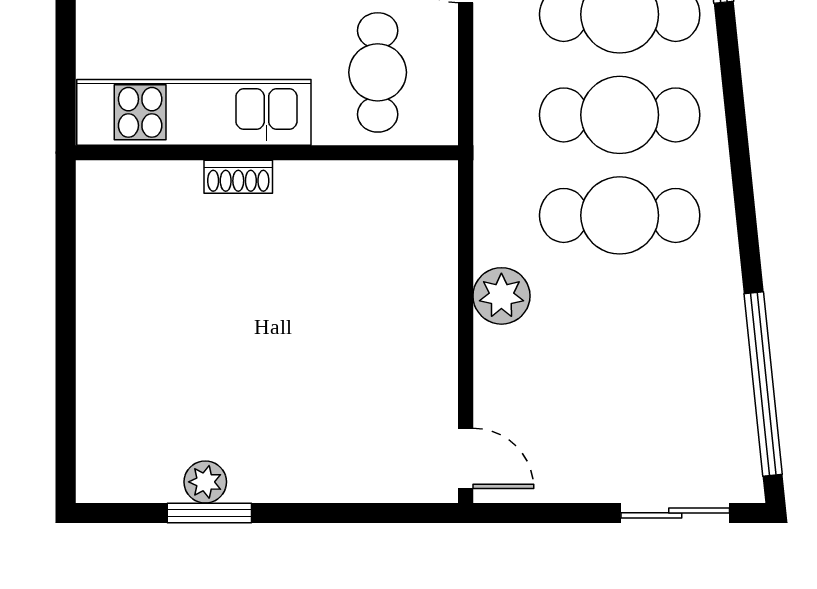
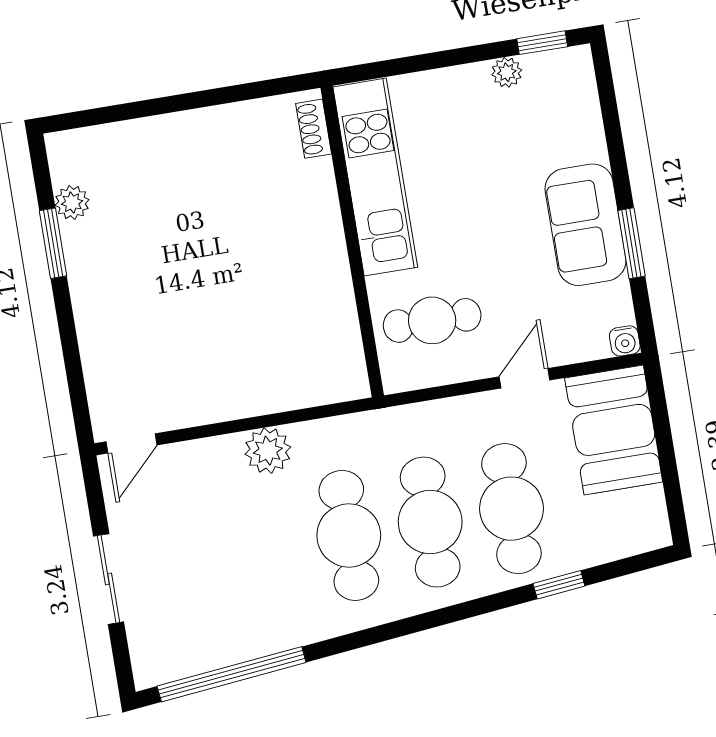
shoe rack: (238, 177) -> (314, 129), moved
plant: (205, 482) -> (72, 203), moved
sliding door: (675, 513) -> (109, 579), moved

